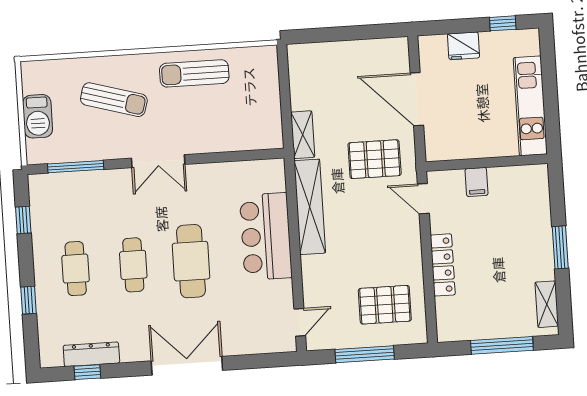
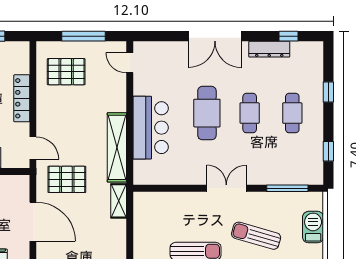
door: (300, 322) -> (130, 63), hinge flipped
dresser: (91, 354) -> (269, 49), moved

